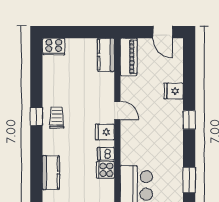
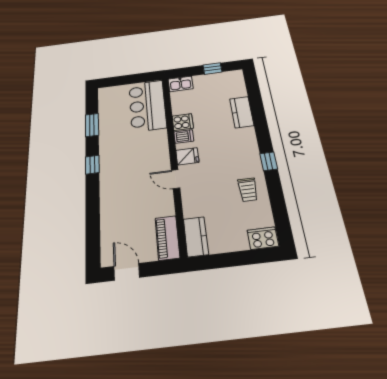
fridge: (174, 91) -> (111, 207), removed
trolley: (57, 118) -> (248, 190), moved
window: (189, 120) -> (92, 165), moved

